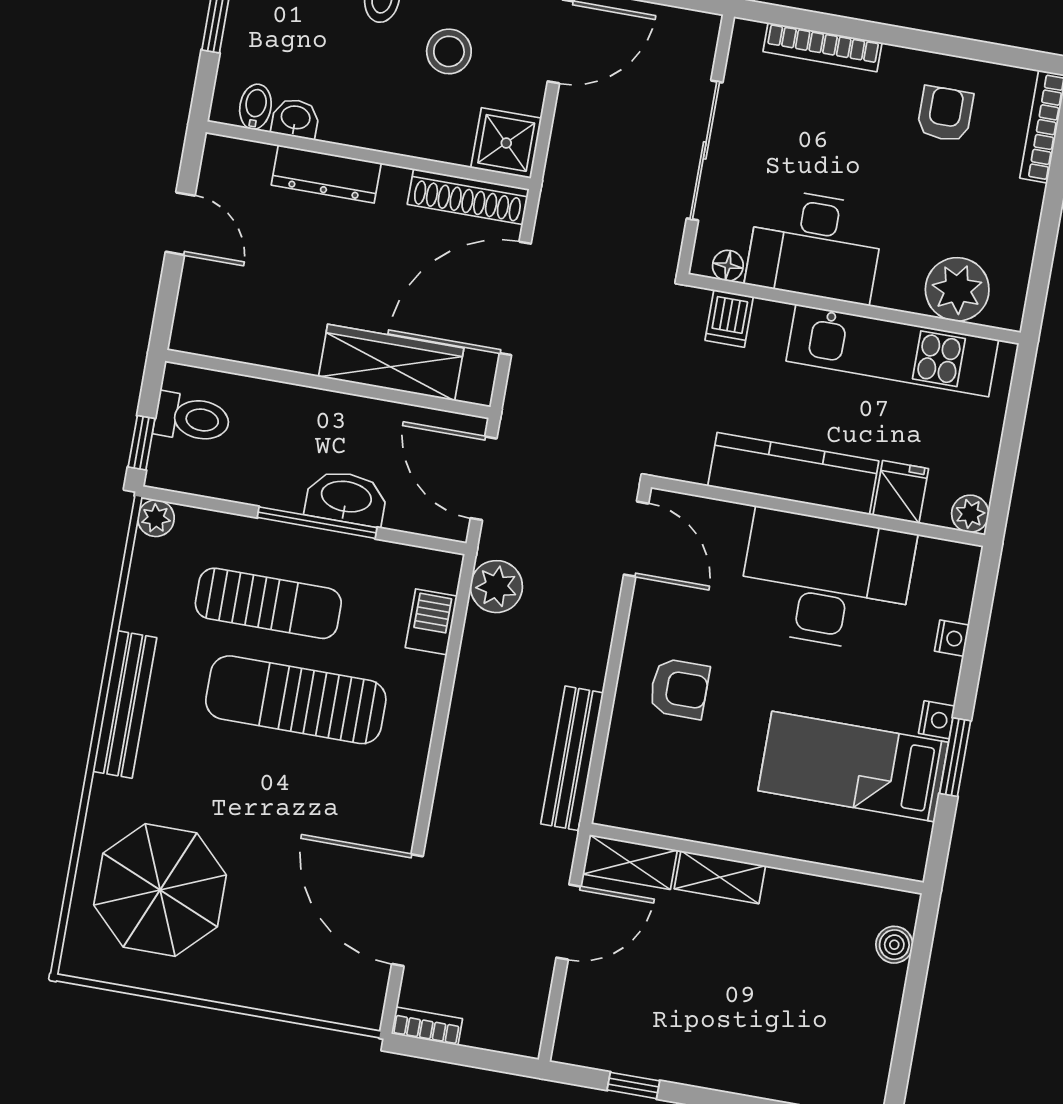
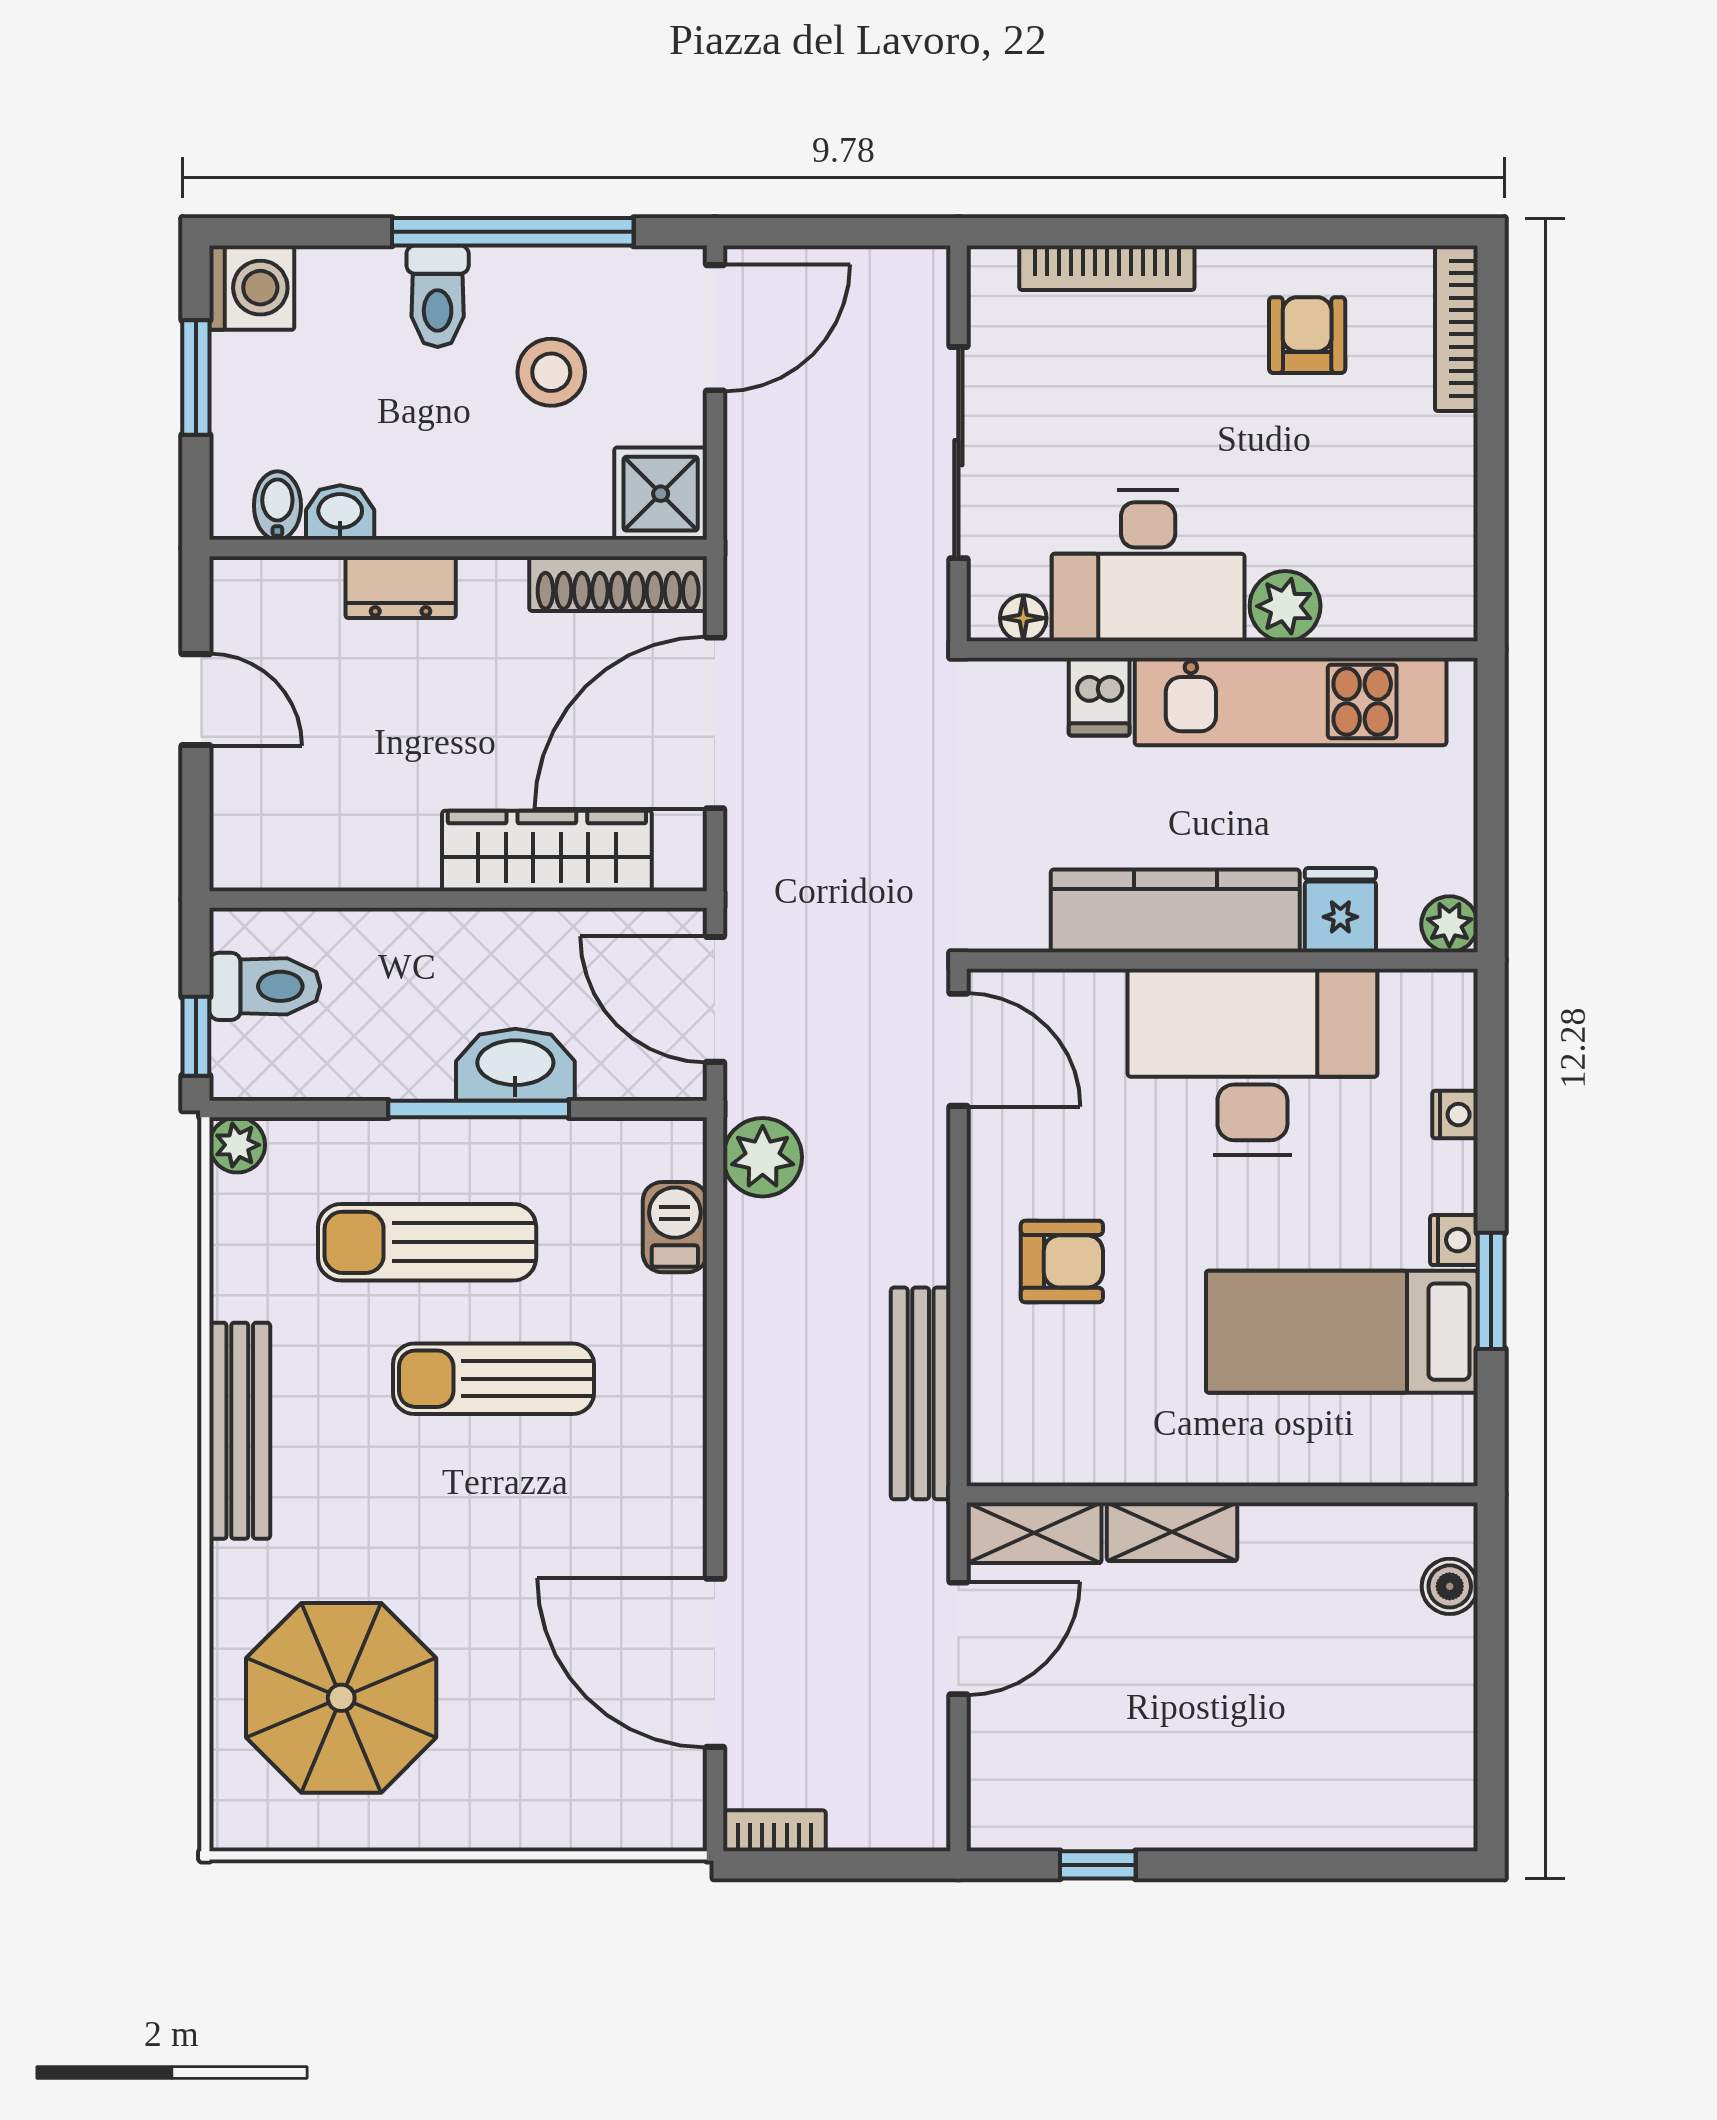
dresser: (326, 174) -> (401, 587), width x0.70
plant: (957, 289) -> (1285, 606), moved, width x0.73, depth x0.73
dishwasher: (729, 318) -> (1099, 697), moved
sun lounger: (268, 603) -> (427, 1242), turned 180
sun lounger: (296, 700) -> (493, 1379), width x0.73, depth x0.75

